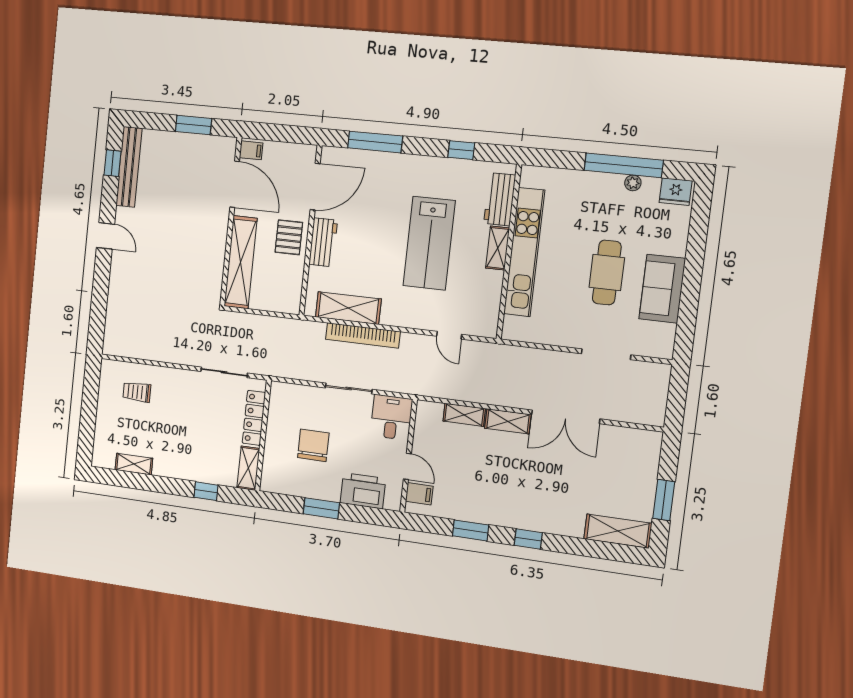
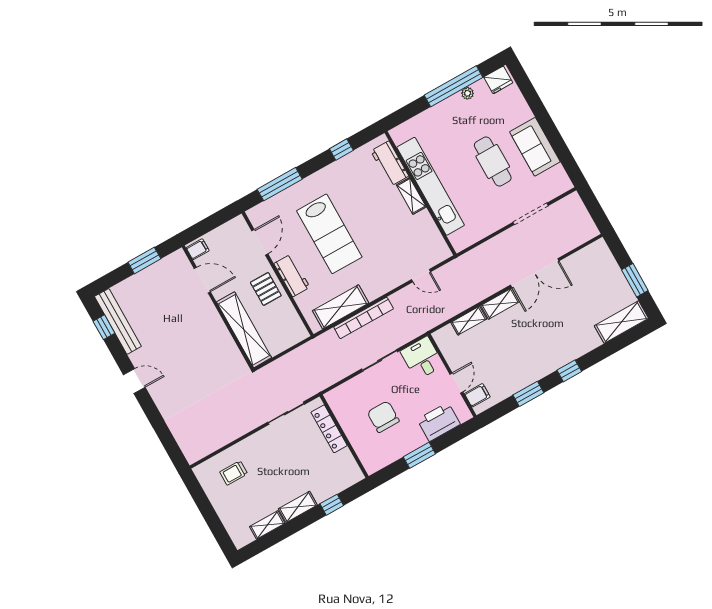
door: (235, 184) -> (202, 280), width x0.73
door: (315, 187) -> (260, 242), width x0.73
lab bench: (429, 243) -> (329, 234), moved
door: (407, 466) -> (456, 383), hinge flipped
shelving: (248, 468) -> (298, 507), moved, turned 90

